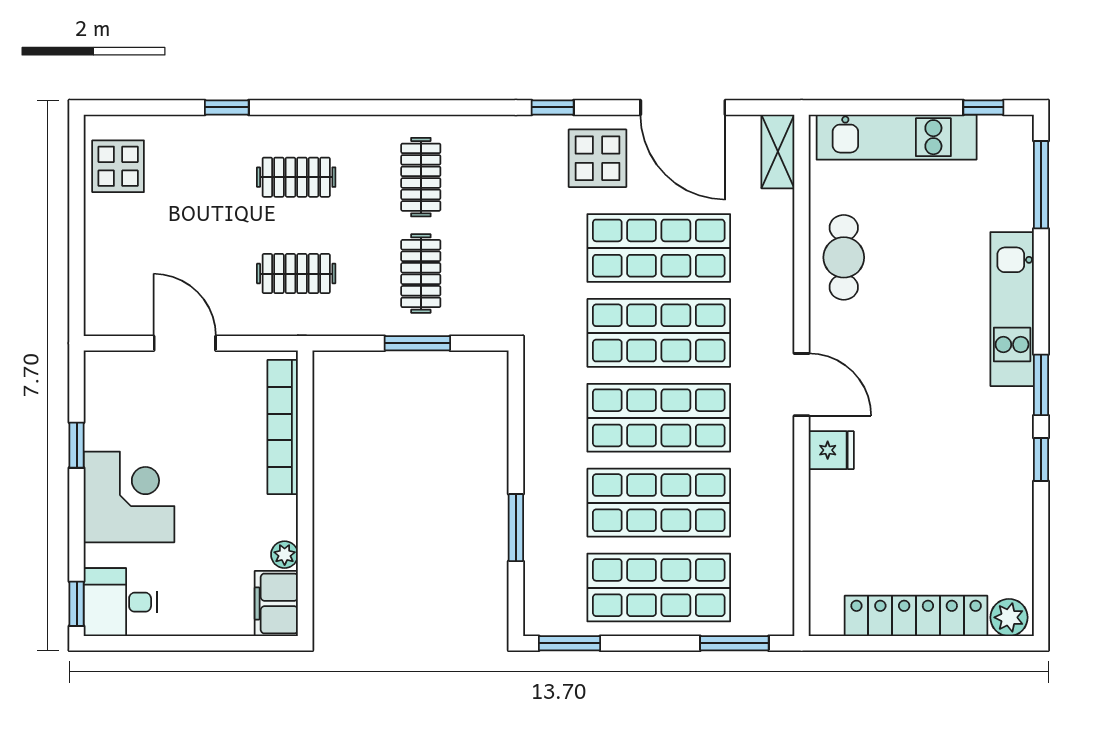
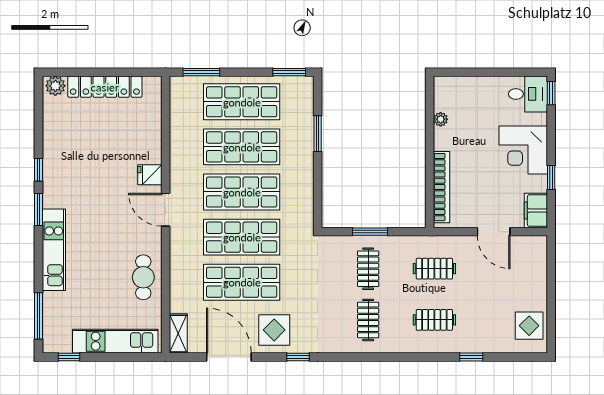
filing cabinet: (276, 603) -> (536, 211), moved, turned 180

